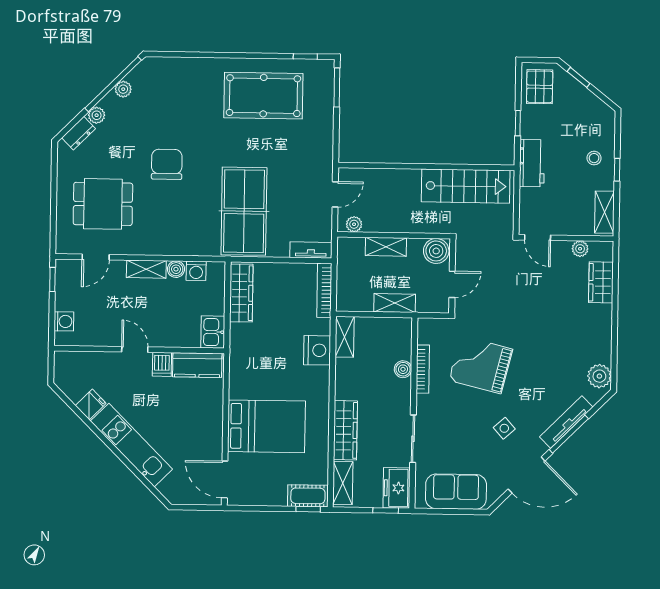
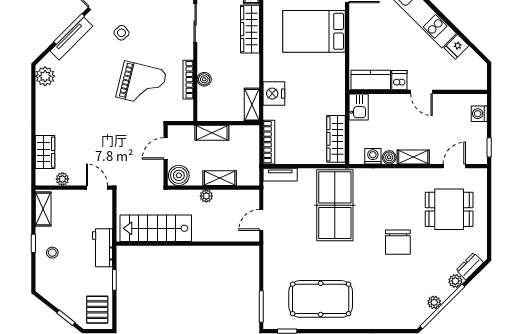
plant: (354, 224) -> (206, 196), moved

